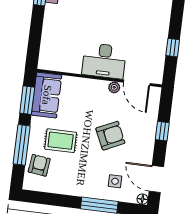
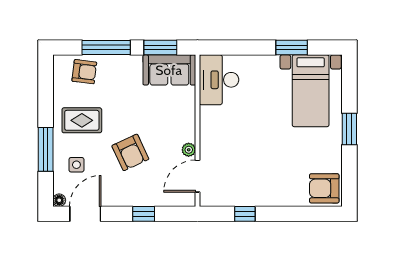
desk: (104, 61) -> (219, 80), moved
rug: (61, 141) -> (82, 120), moved, turned 90

